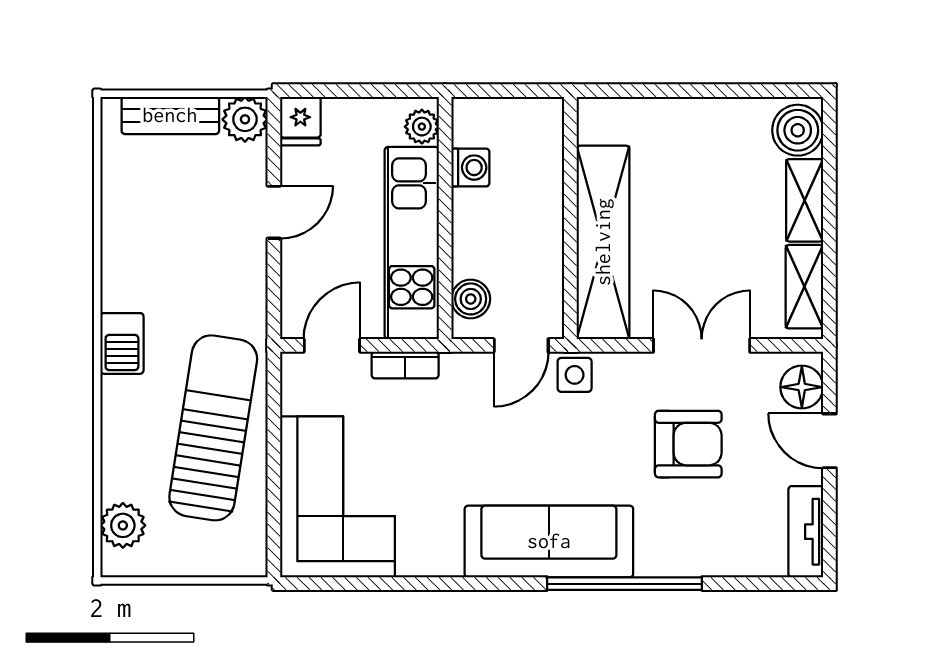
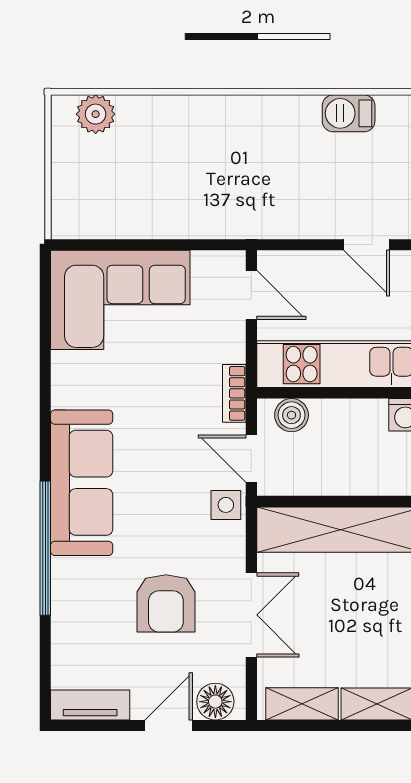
barbecue: (122, 343) -> (349, 113), moved
bookcase: (405, 365) -> (234, 393), moved
sun lounger: (213, 428) -> (180, 192), removed

